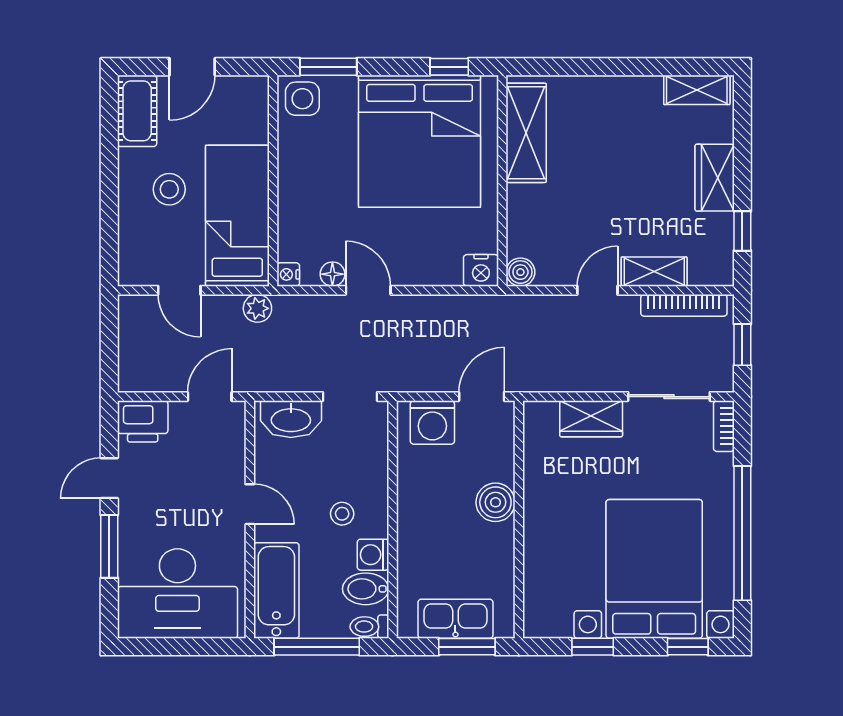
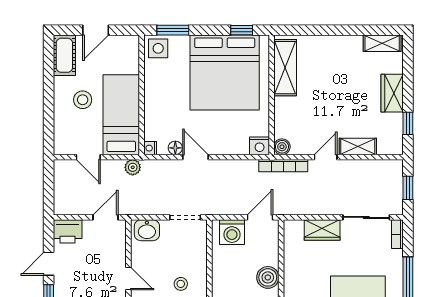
bookcase: (684, 305) -> (283, 166), moved
washbasin: (291, 419) -> (147, 230), width x0.72

